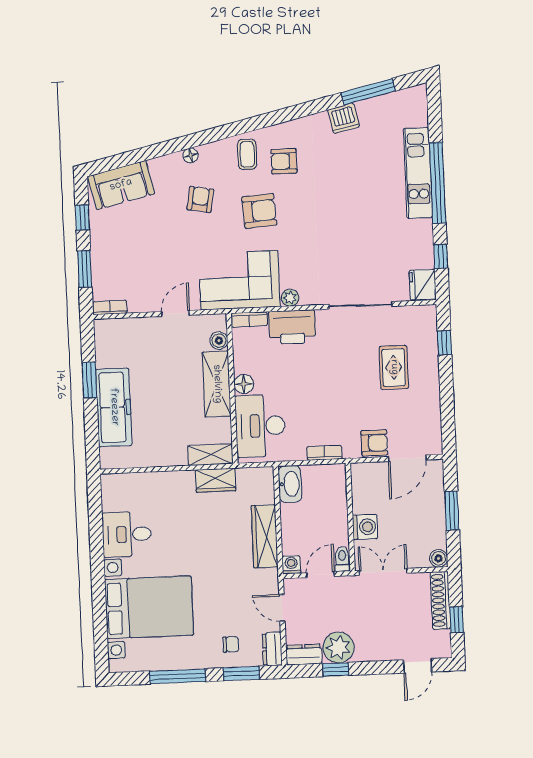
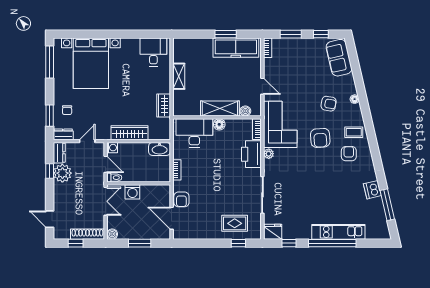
rug: (394, 367) -> (235, 223), moved
freezer: (114, 407) -> (236, 48), moved
shelving: (210, 455) -> (179, 76), moved
desk: (127, 534) -> (153, 52), moved
window: (178, 676) -> (50, 62), moved

